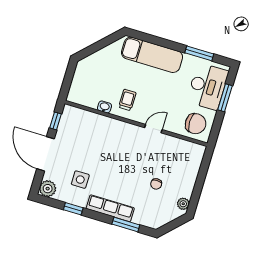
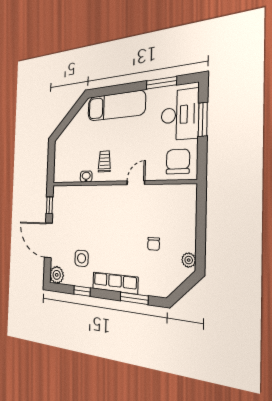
chair: (196, 124) -> (178, 162), turned -90

